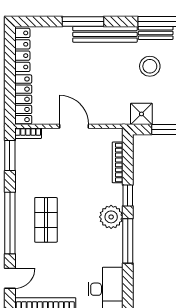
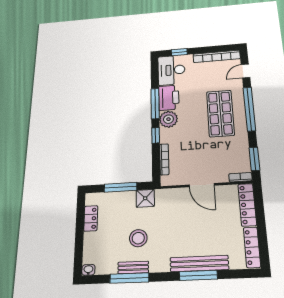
bench: (105, 34) -> (199, 264), moved
shop shelf: (46, 220) -> (220, 113), width x1.43, depth x1.36
printer: (110, 248) -> (169, 98), added

